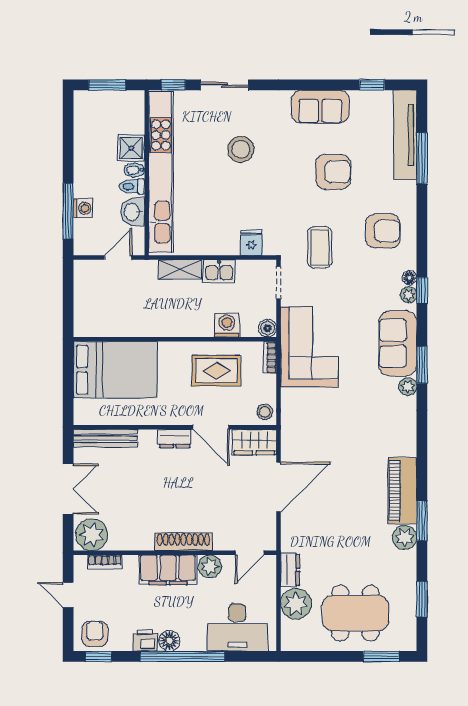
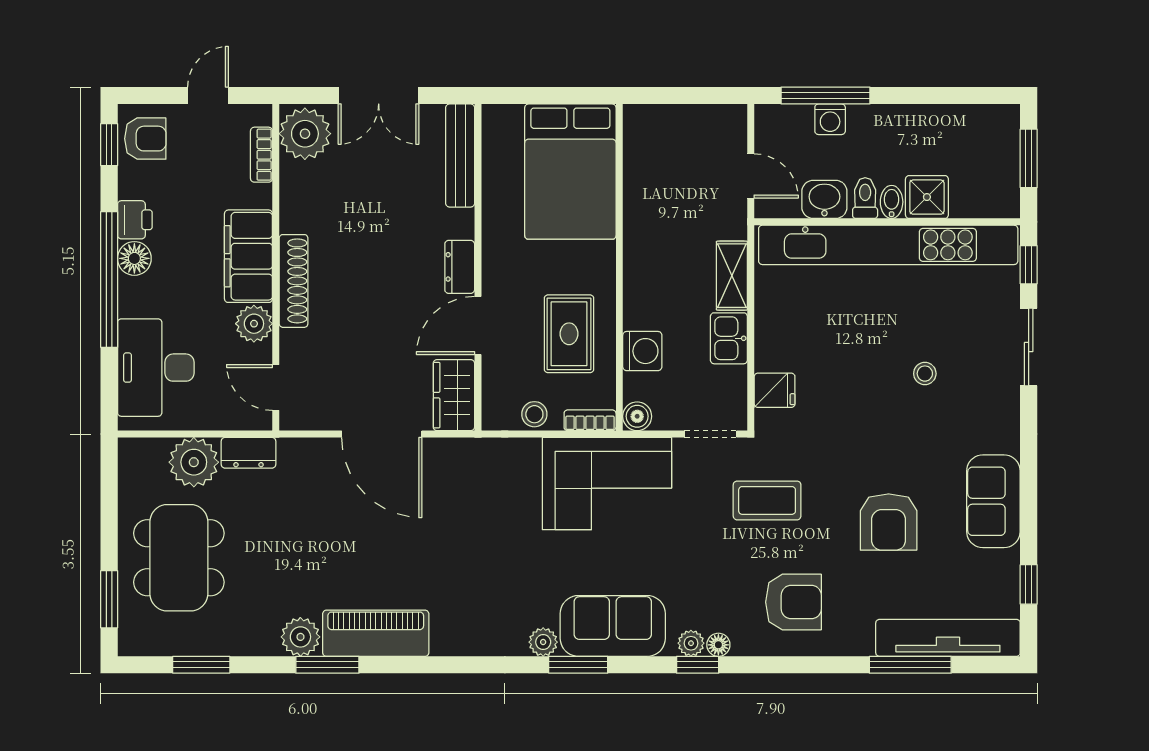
stool: (241, 149) -> (925, 374), width x0.53, depth x0.53
armchair: (383, 231) -> (793, 602), turned -90
stool: (265, 412) -> (534, 414), moved

